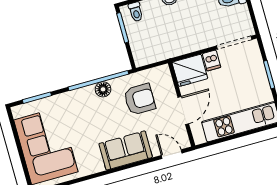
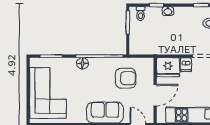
floor lamp: (103, 89) -> (82, 63), moved

